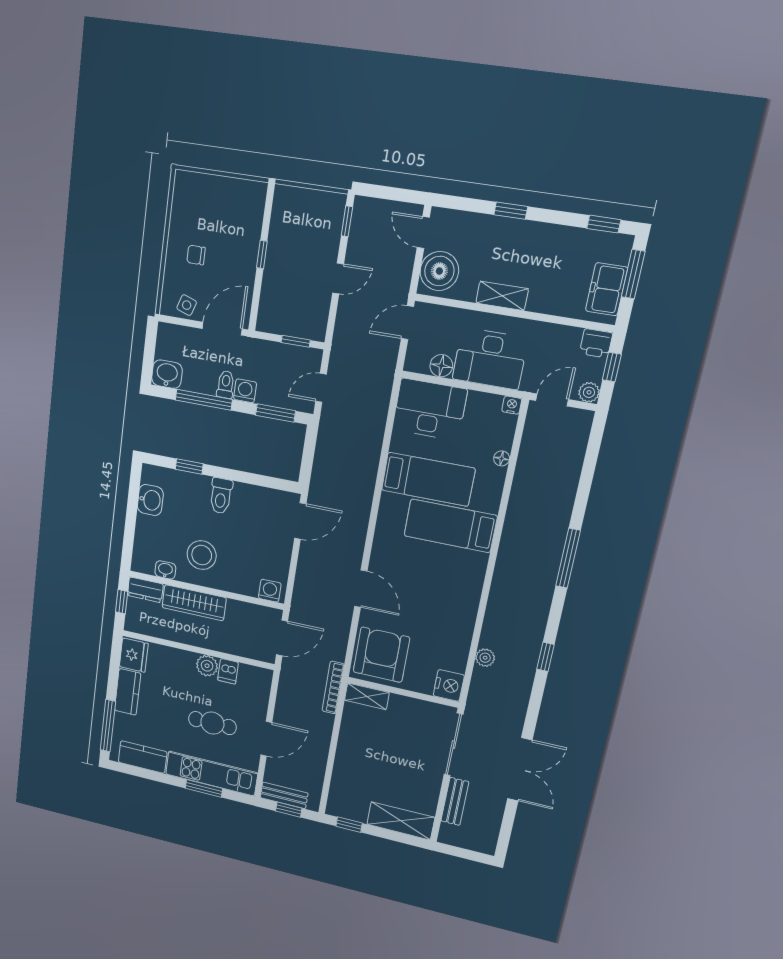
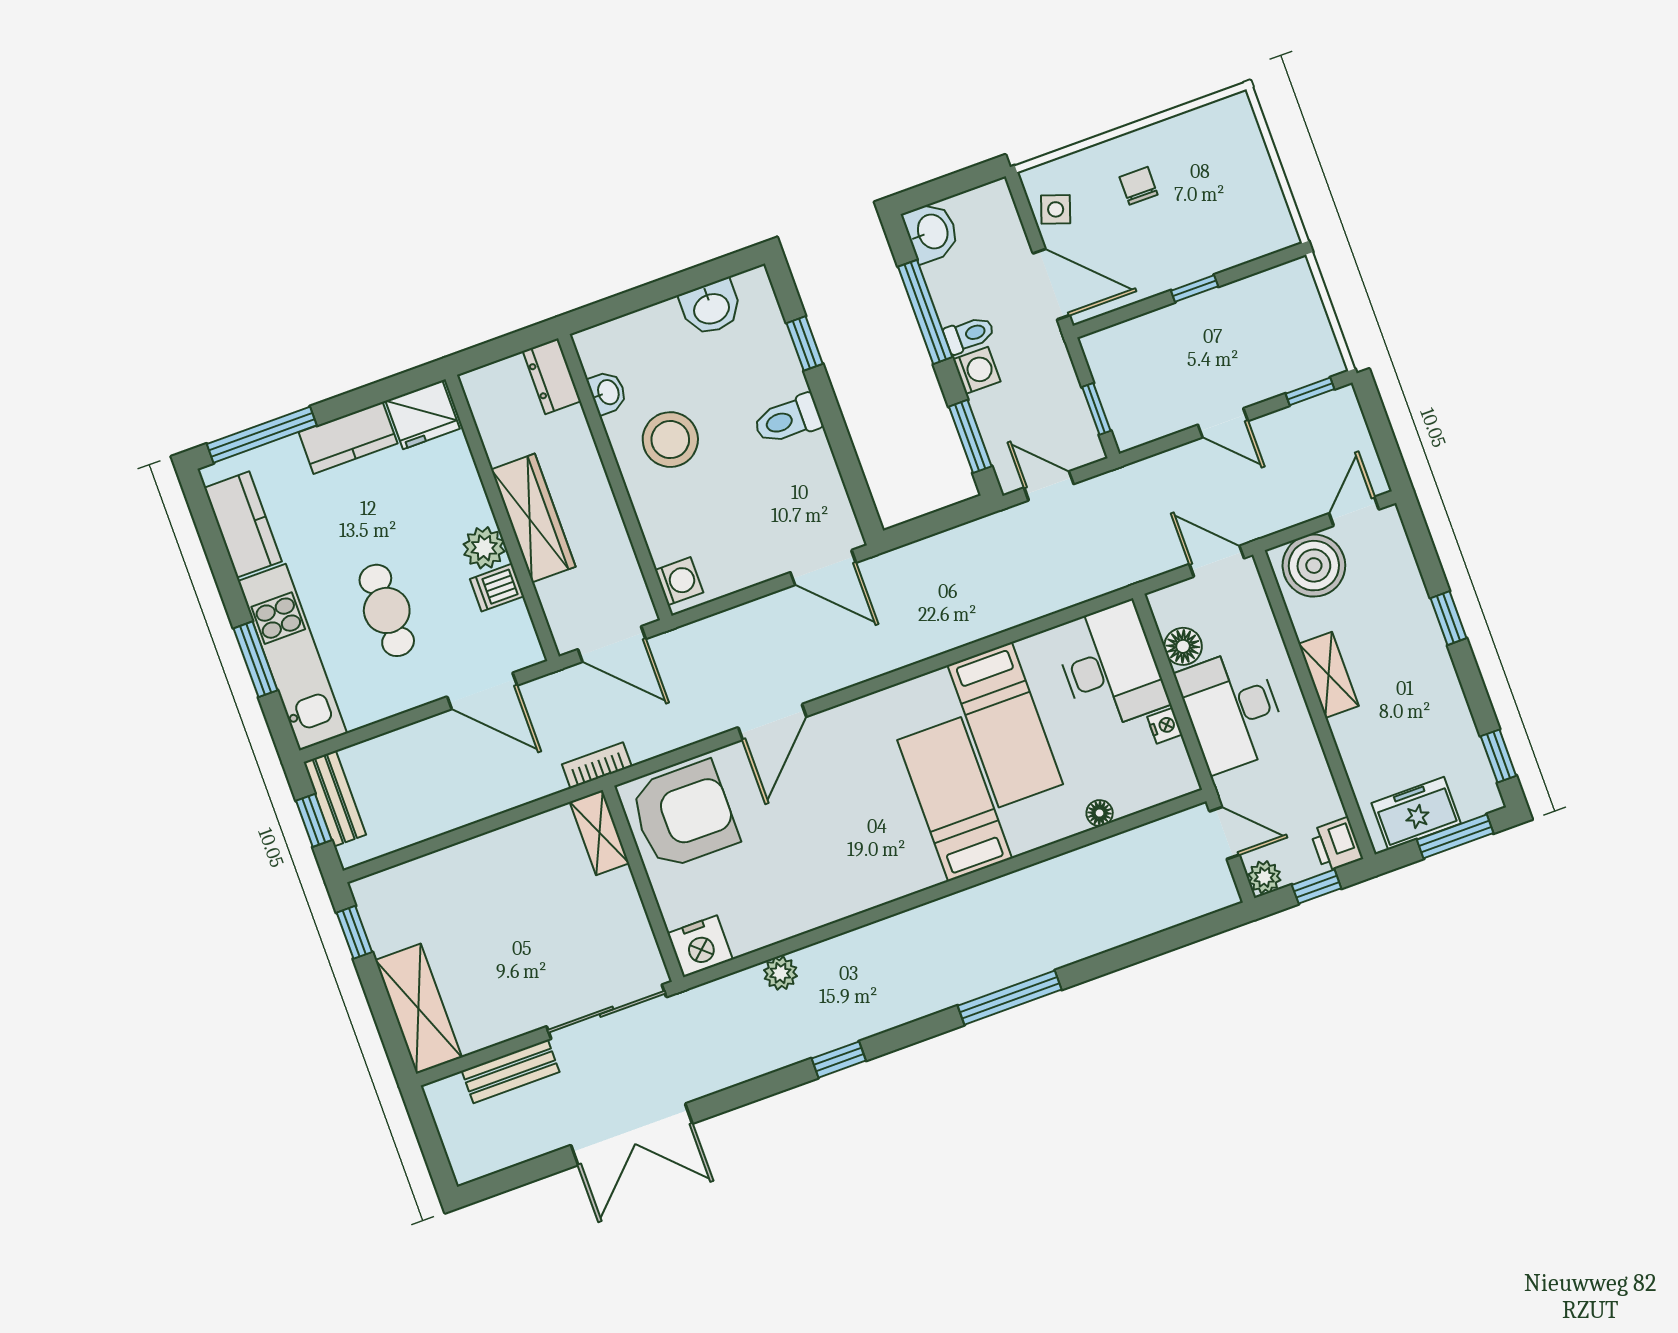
nightstand: (512, 405) -> (1165, 726), moved
window: (122, 602) -> (506, 346), removed
wardrobe: (194, 603) -> (533, 518), moved, turned 180
bookcase: (333, 688) -> (597, 765), width x0.64
door: (266, 739) -> (482, 691), moved

